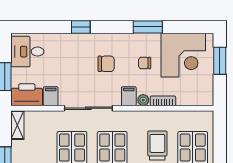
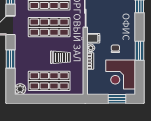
chair: (106, 64) -> (115, 23), removed

